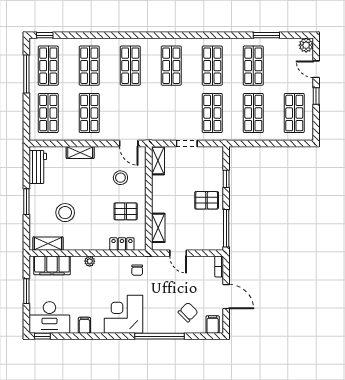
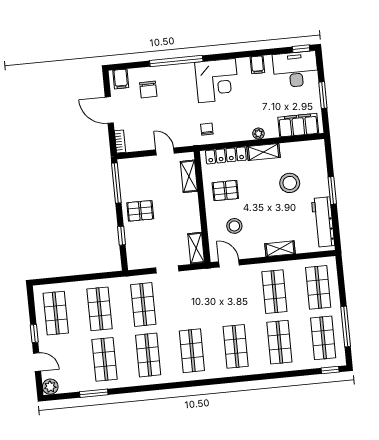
workbench: (38, 167) -> (323, 222), width x1.38
shelving: (48, 244) -> (264, 152), moved
locker: (122, 244) -> (226, 155), width x1.53
chair: (188, 312) -> (148, 90), turned -46

